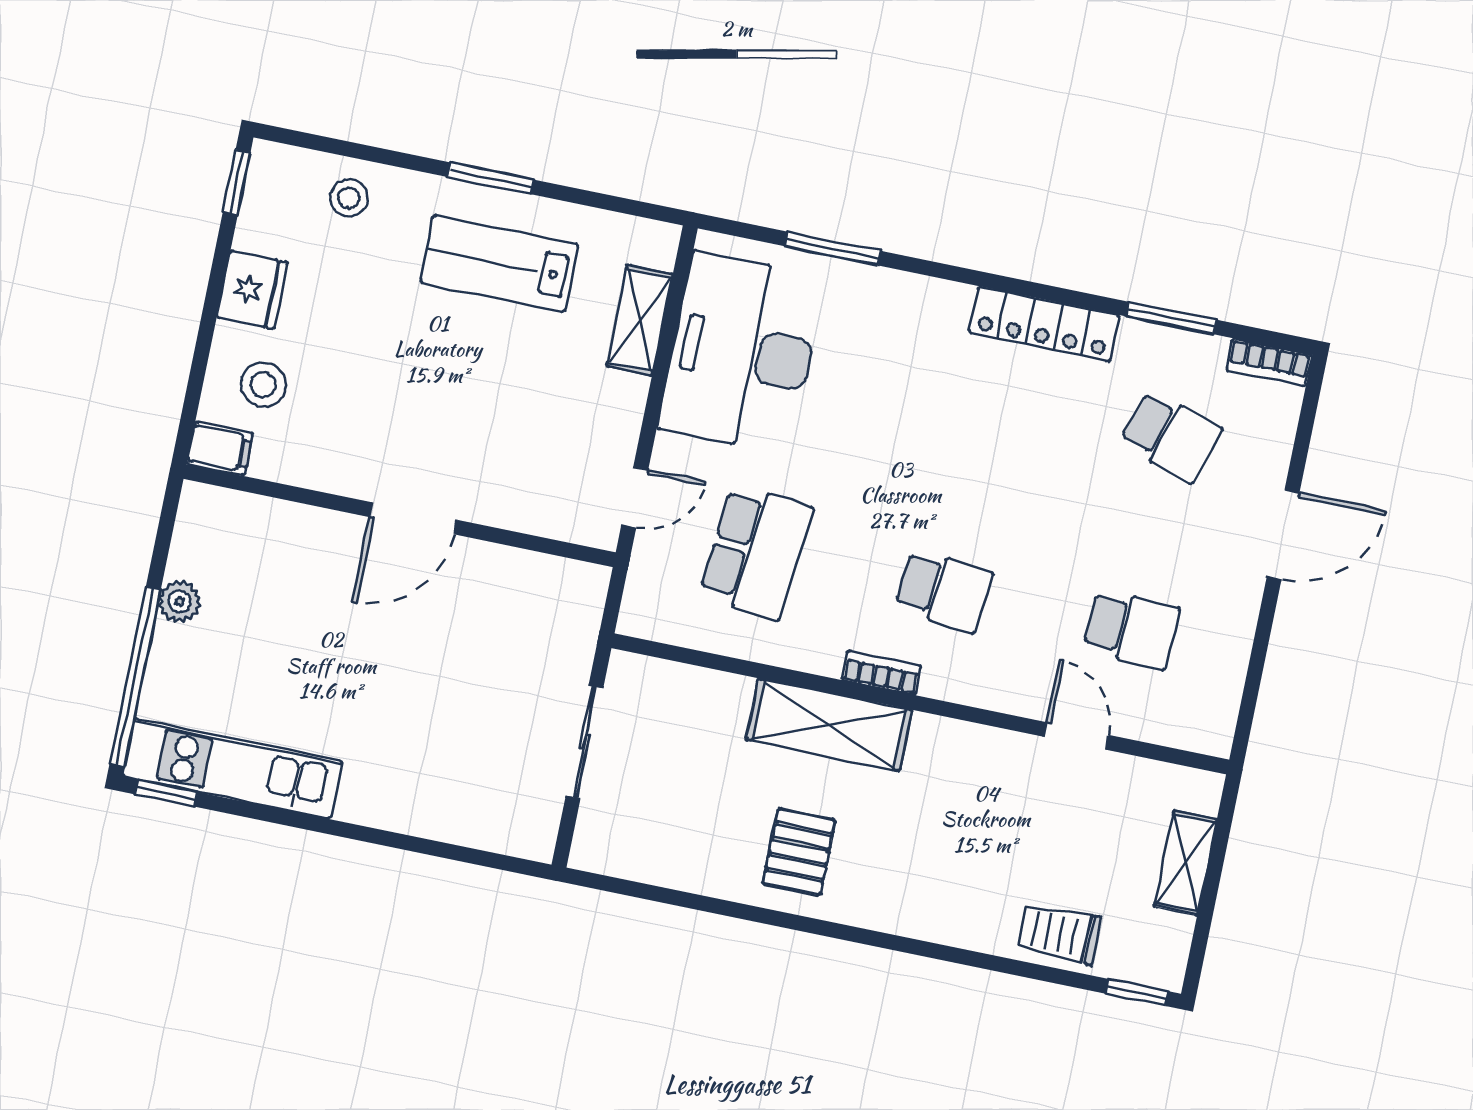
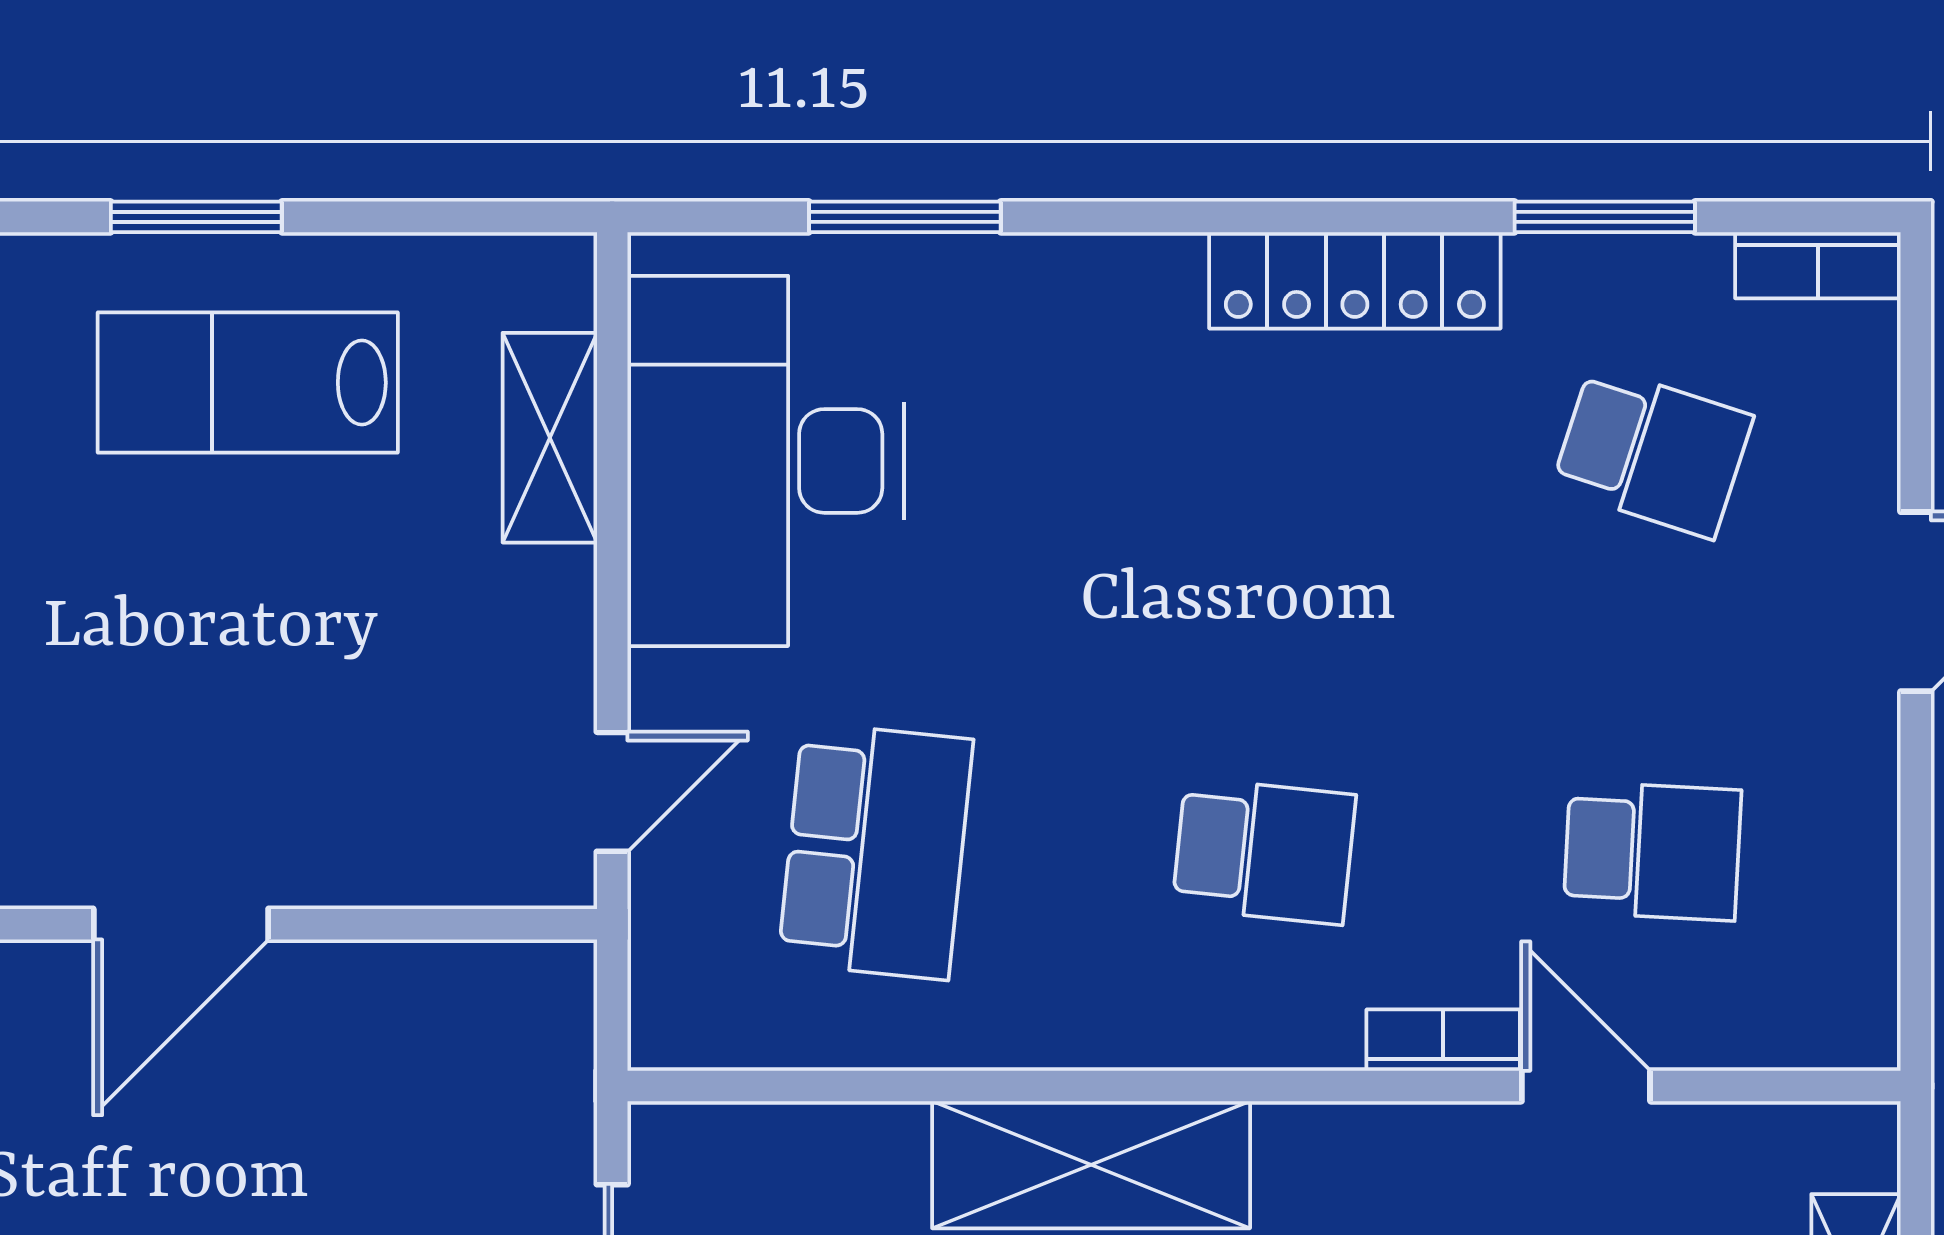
bookcase: (881, 673) -> (1443, 1040), moved

